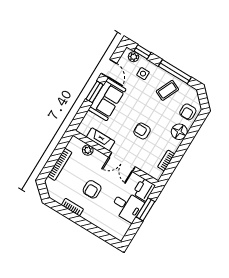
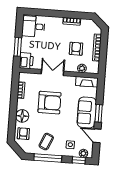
armchair: (142, 131) -> (50, 103), width x1.88, depth x1.88
fireplace: (101, 139) -> (87, 82), moved
armchair: (92, 189) -> (76, 49), moved
desk: (127, 206) -> (33, 26), moved

